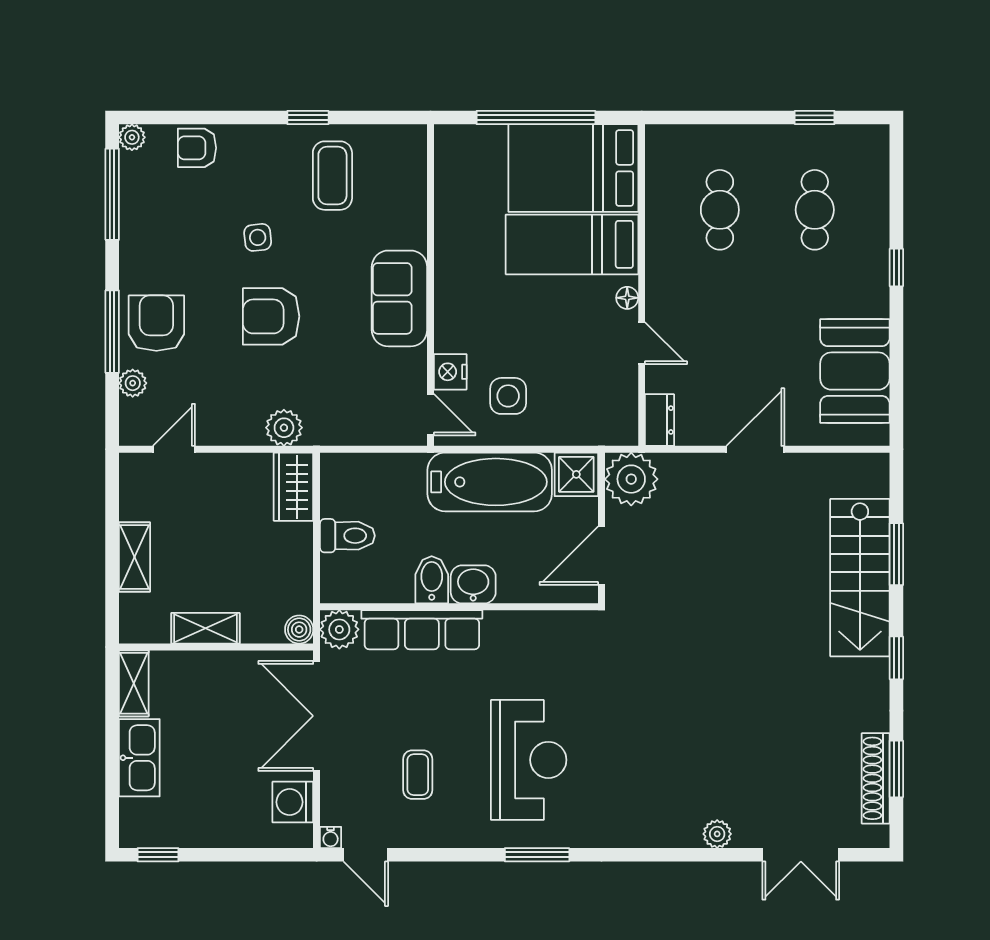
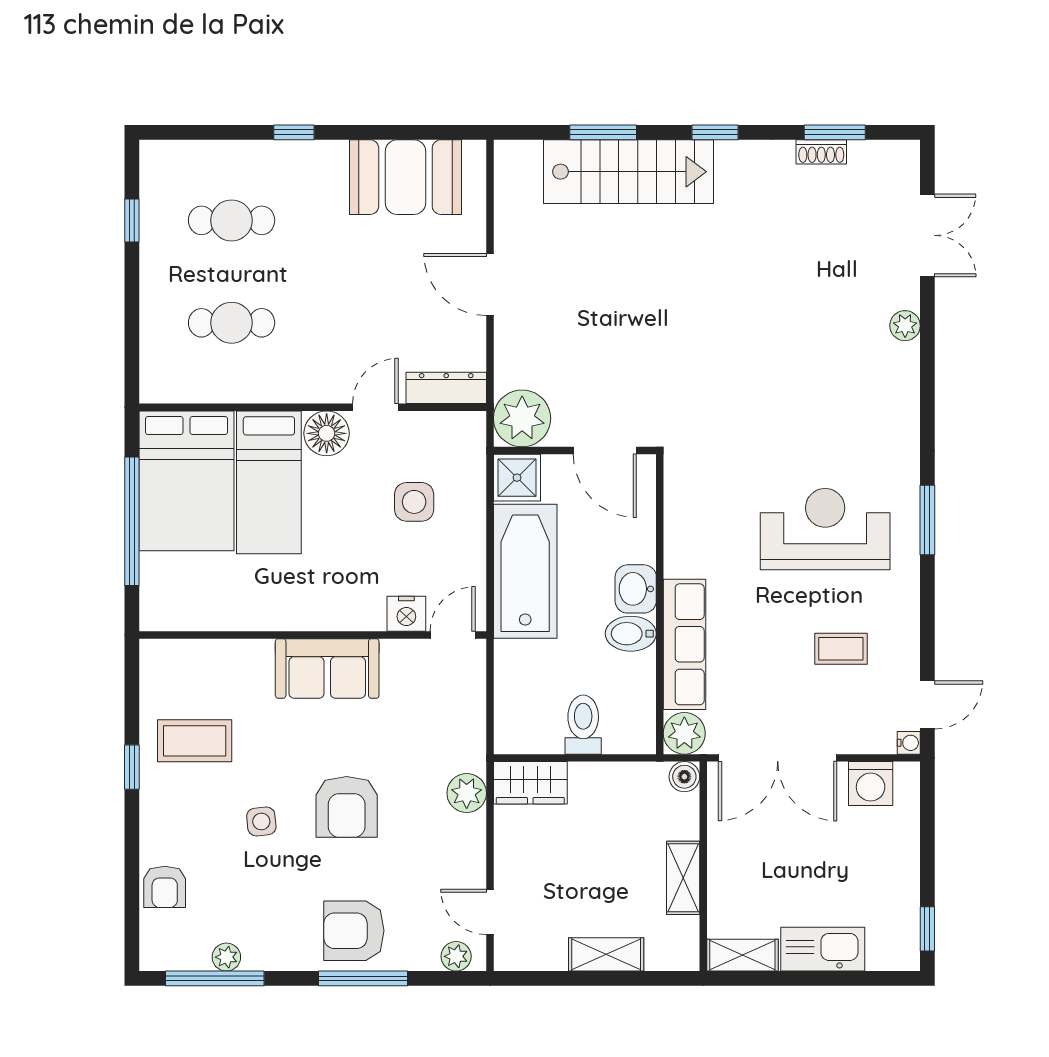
plant: (132, 137) -> (226, 957), moved
floor lamp: (627, 298) -> (327, 433), width x1.89, depth x1.89
plant: (133, 383) -> (456, 956), moved
side table: (508, 396) -> (414, 502), moved
dresser: (660, 420) -> (446, 388), width x1.44
shoe rack: (876, 778) -> (821, 152), width x0.51, depth x0.81

